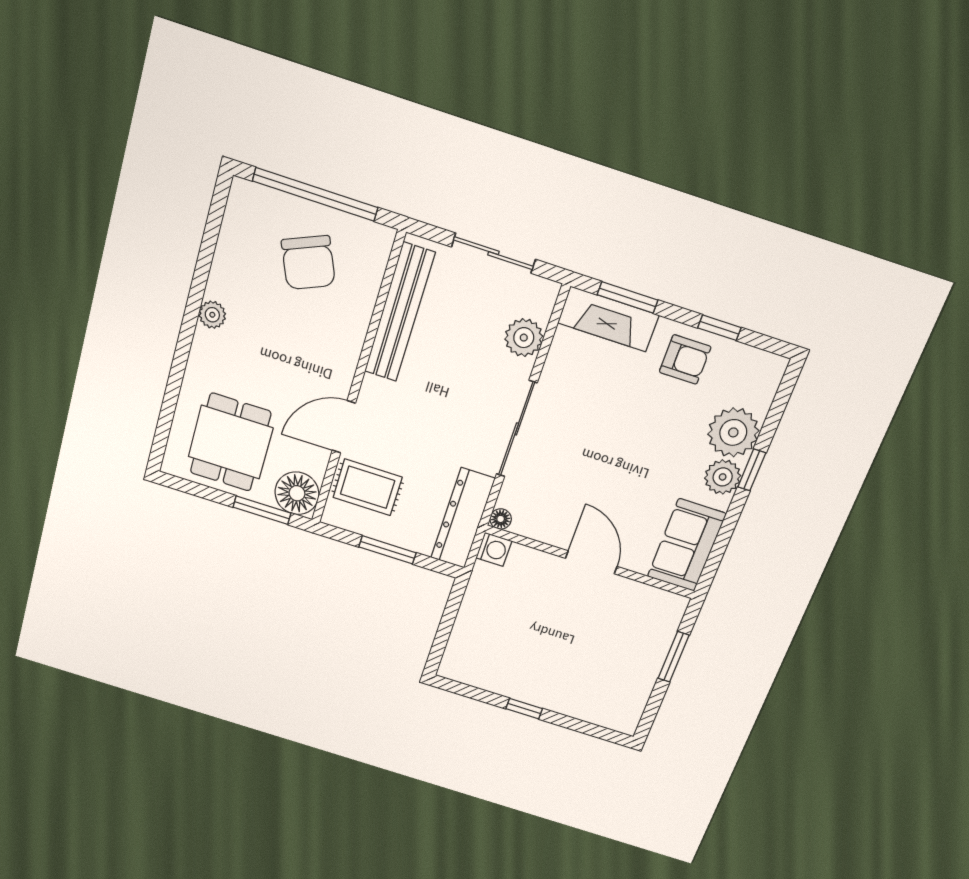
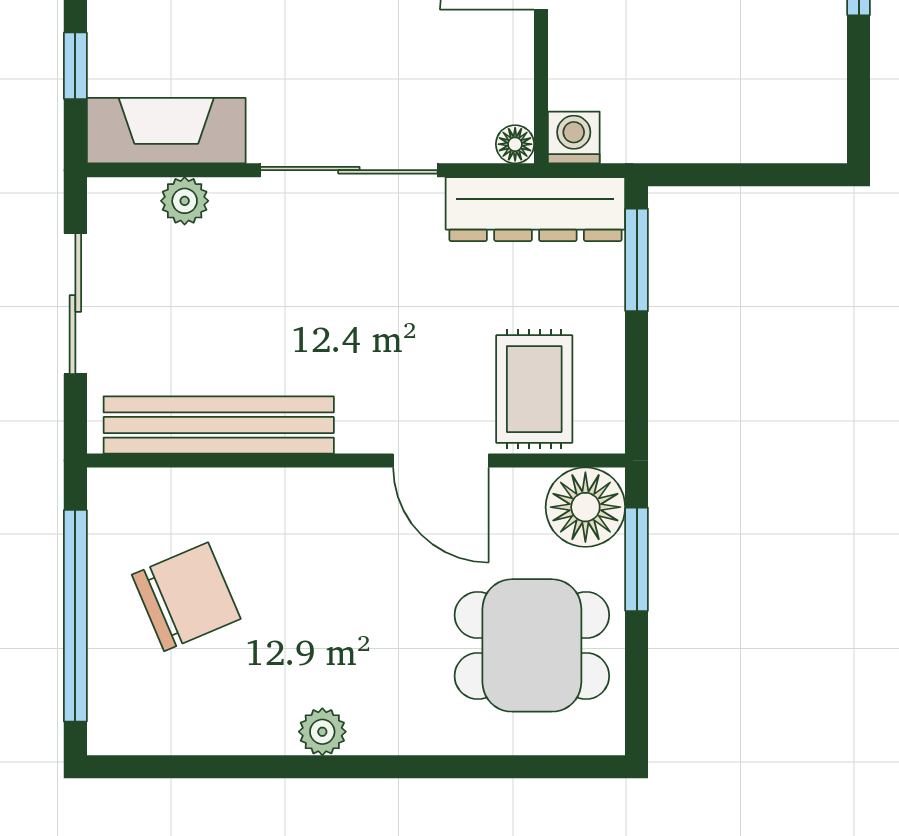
window: (628, 297) -> (75, 66), width x0.67
fireplace: (608, 319) -> (166, 131), moved, turned -90
plant: (524, 338) -> (185, 201), width x0.73, depth x0.73
window: (387, 550) -> (637, 260), moved

